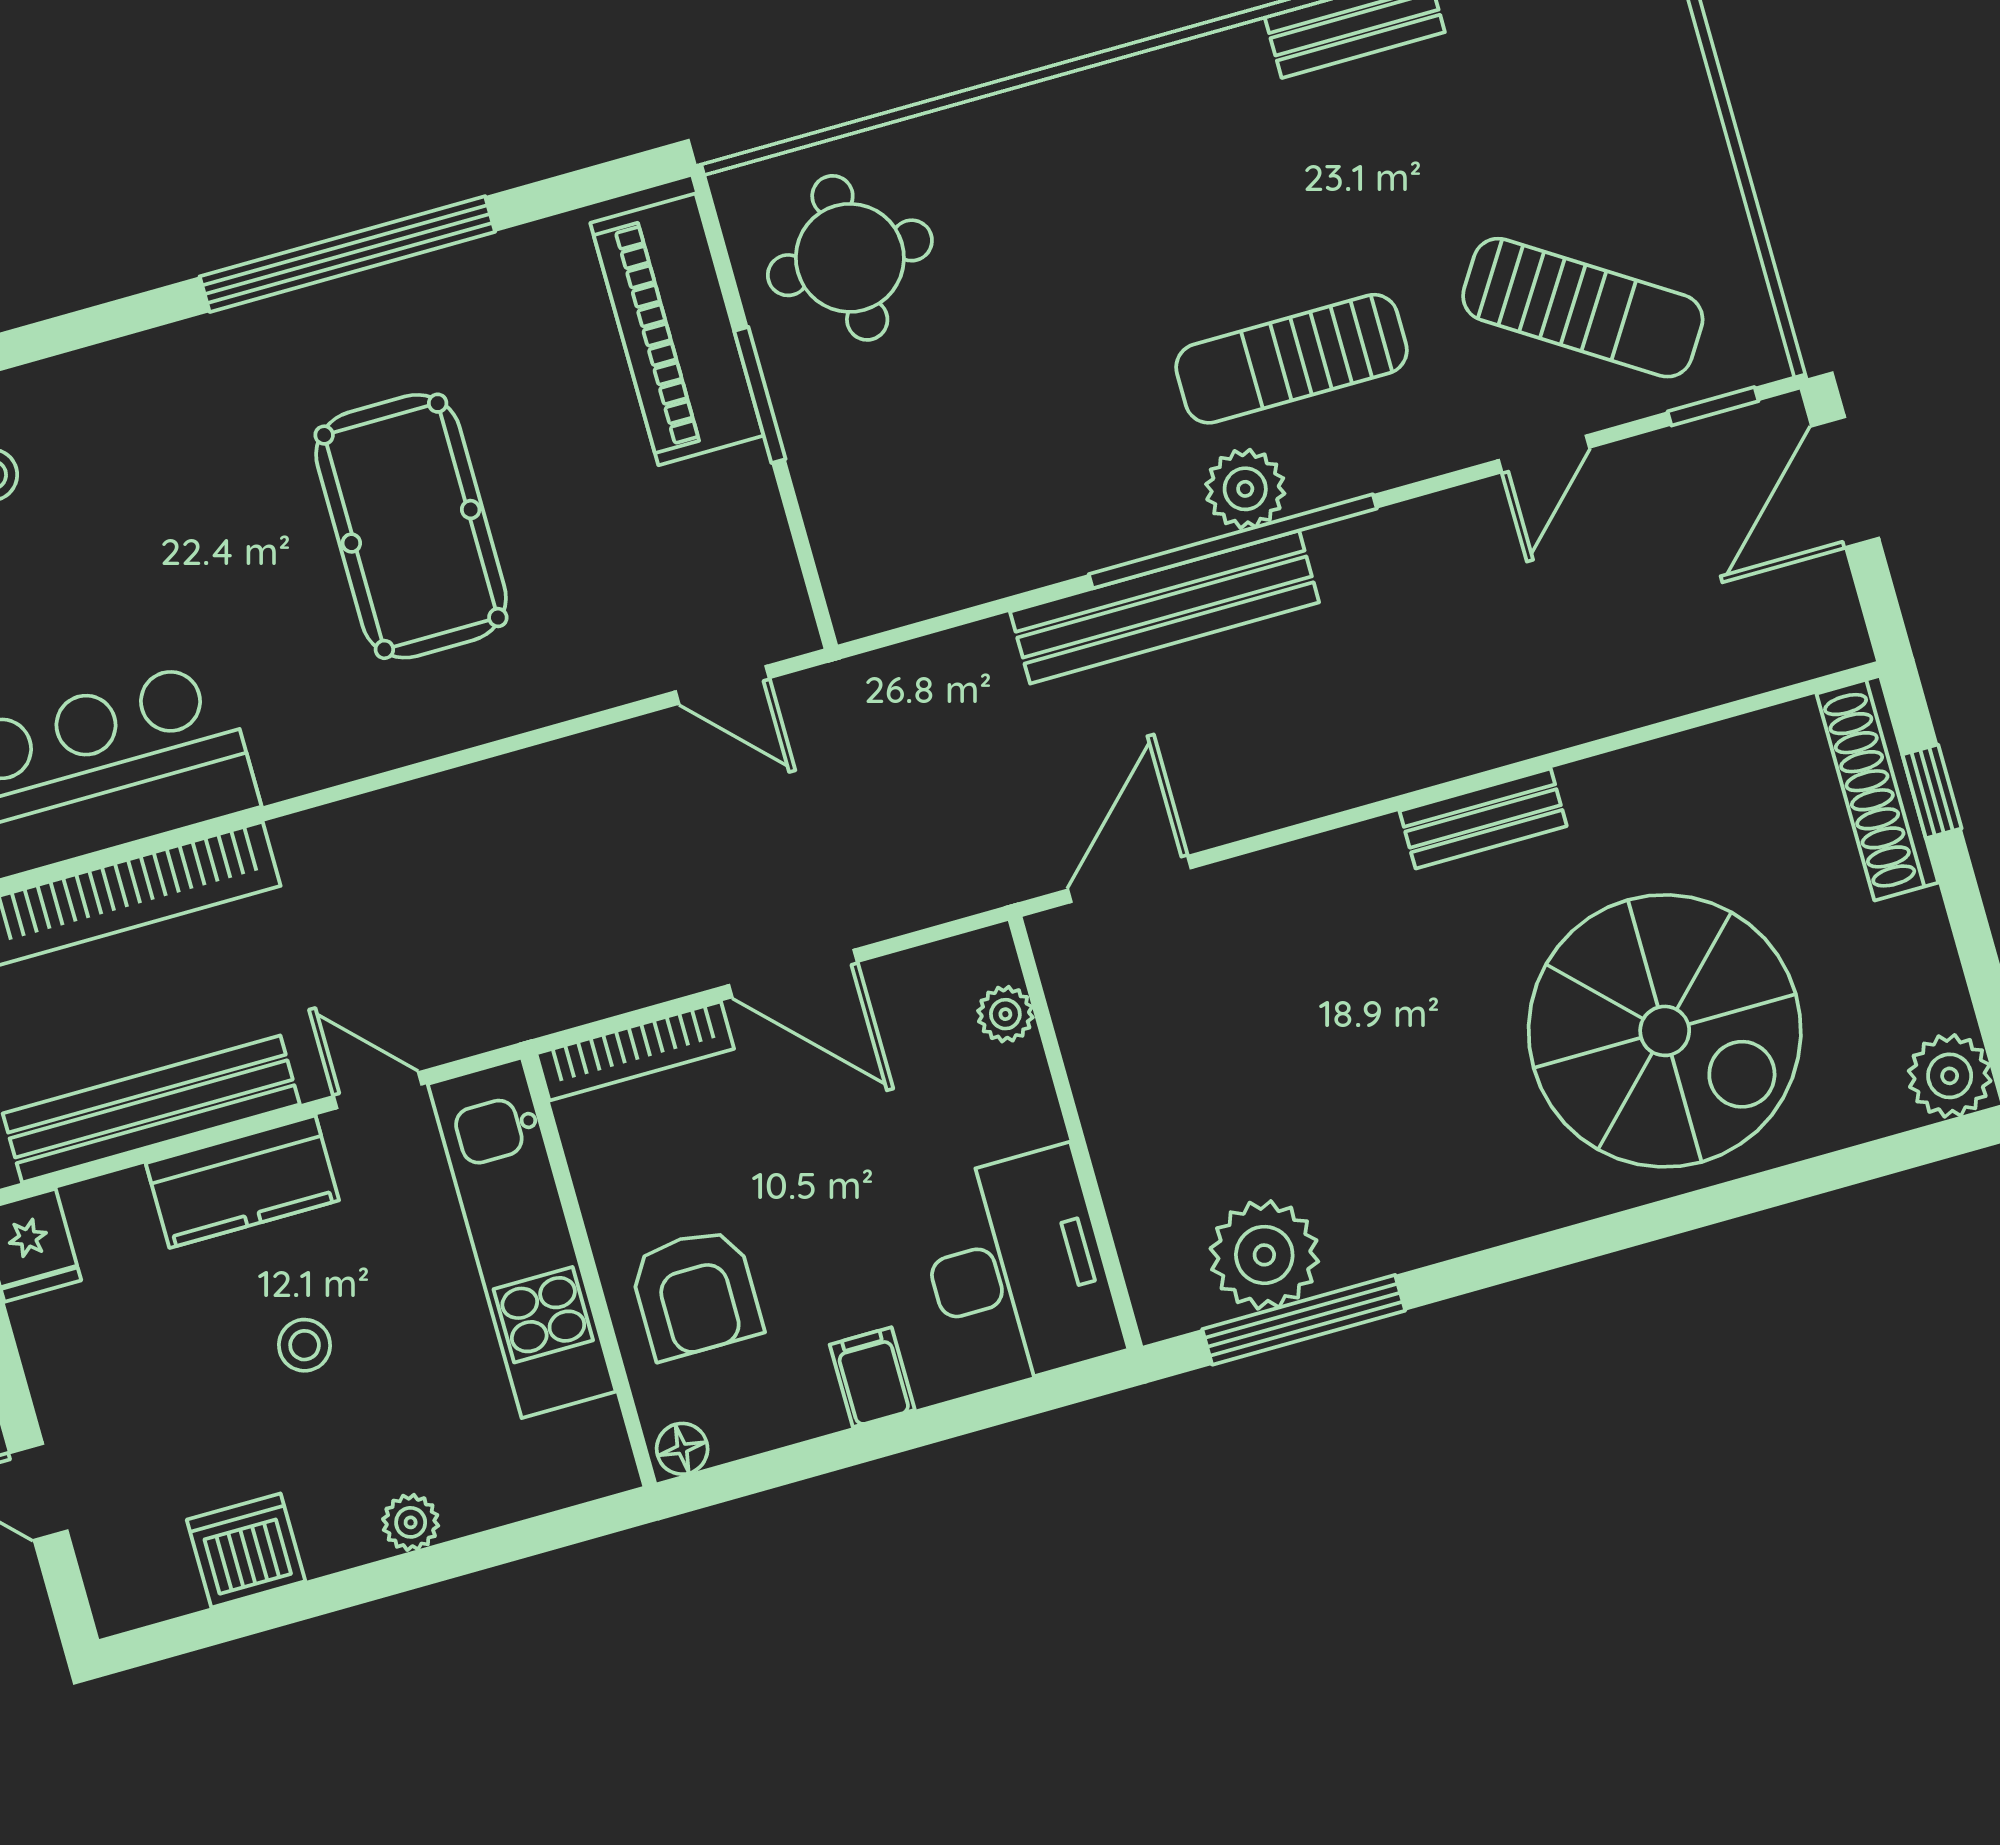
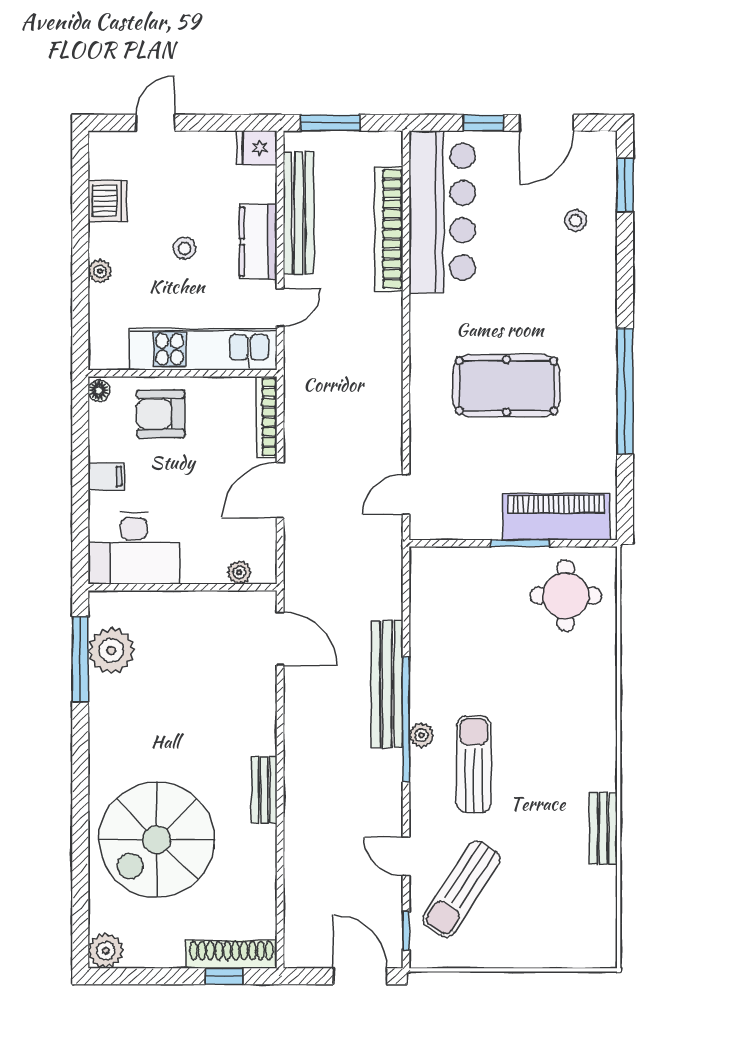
plant: (1245, 489) -> (421, 735), width x0.73, depth x0.73

